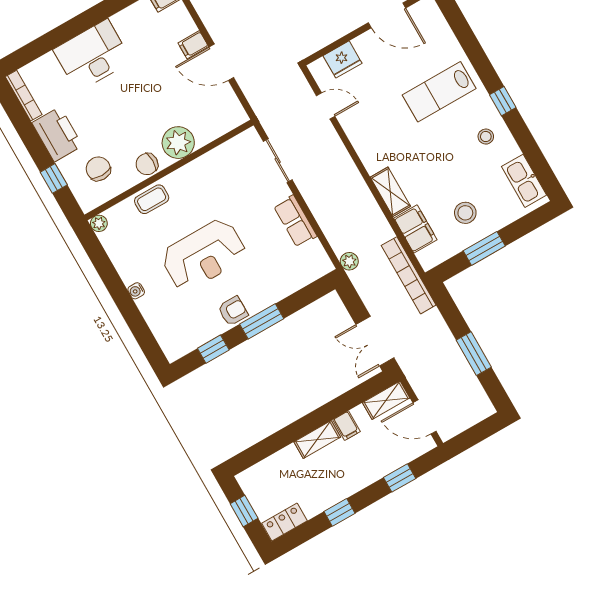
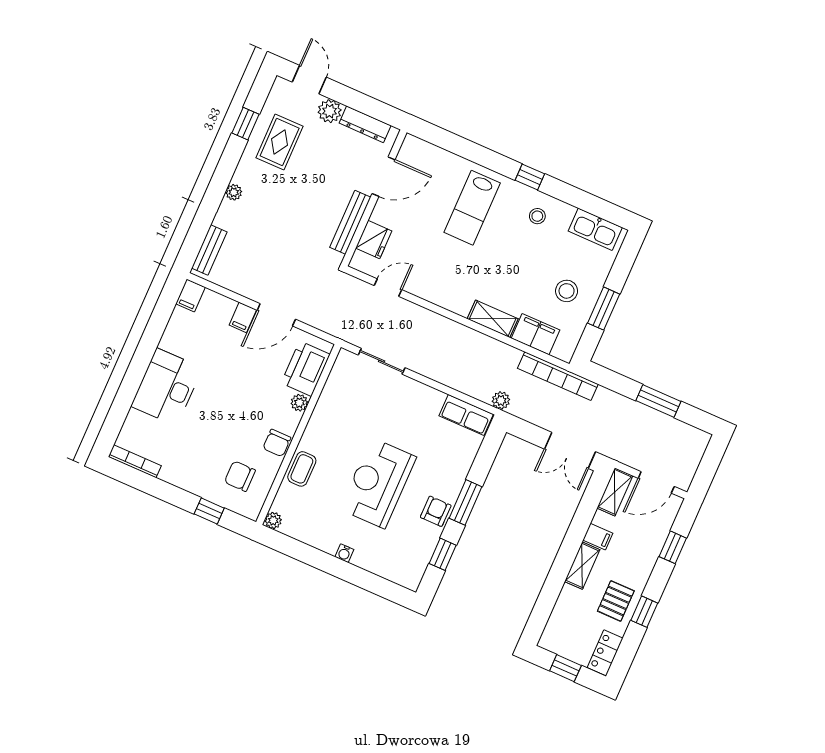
bench: (334, 32) -> (350, 222), added
printer: (57, 134) -> (306, 369), moved, turned -90
plant: (178, 143) -> (299, 403), width x0.53, depth x0.53
row of seats: (295, 221) -> (466, 415), moved
reception desk: (204, 255) -> (378, 483), turned 180
pallet: (323, 487) -> (616, 601), added

